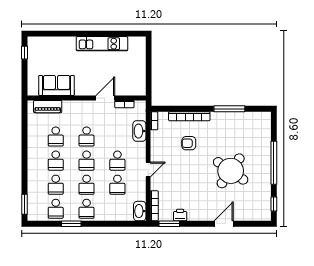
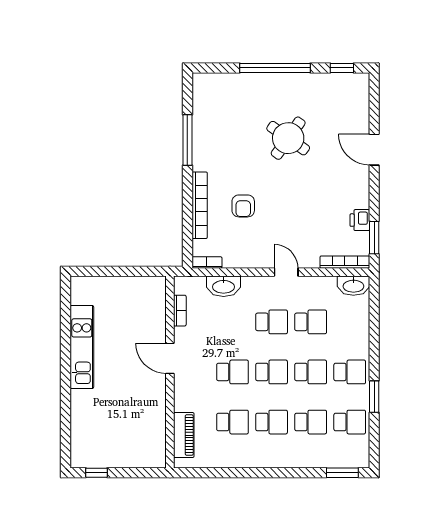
sofa: (57, 85) -> (150, 421), removed
door: (105, 98) -> (170, 358), moved
round table: (231, 171) -> (288, 138), width x0.73, depth x0.73

